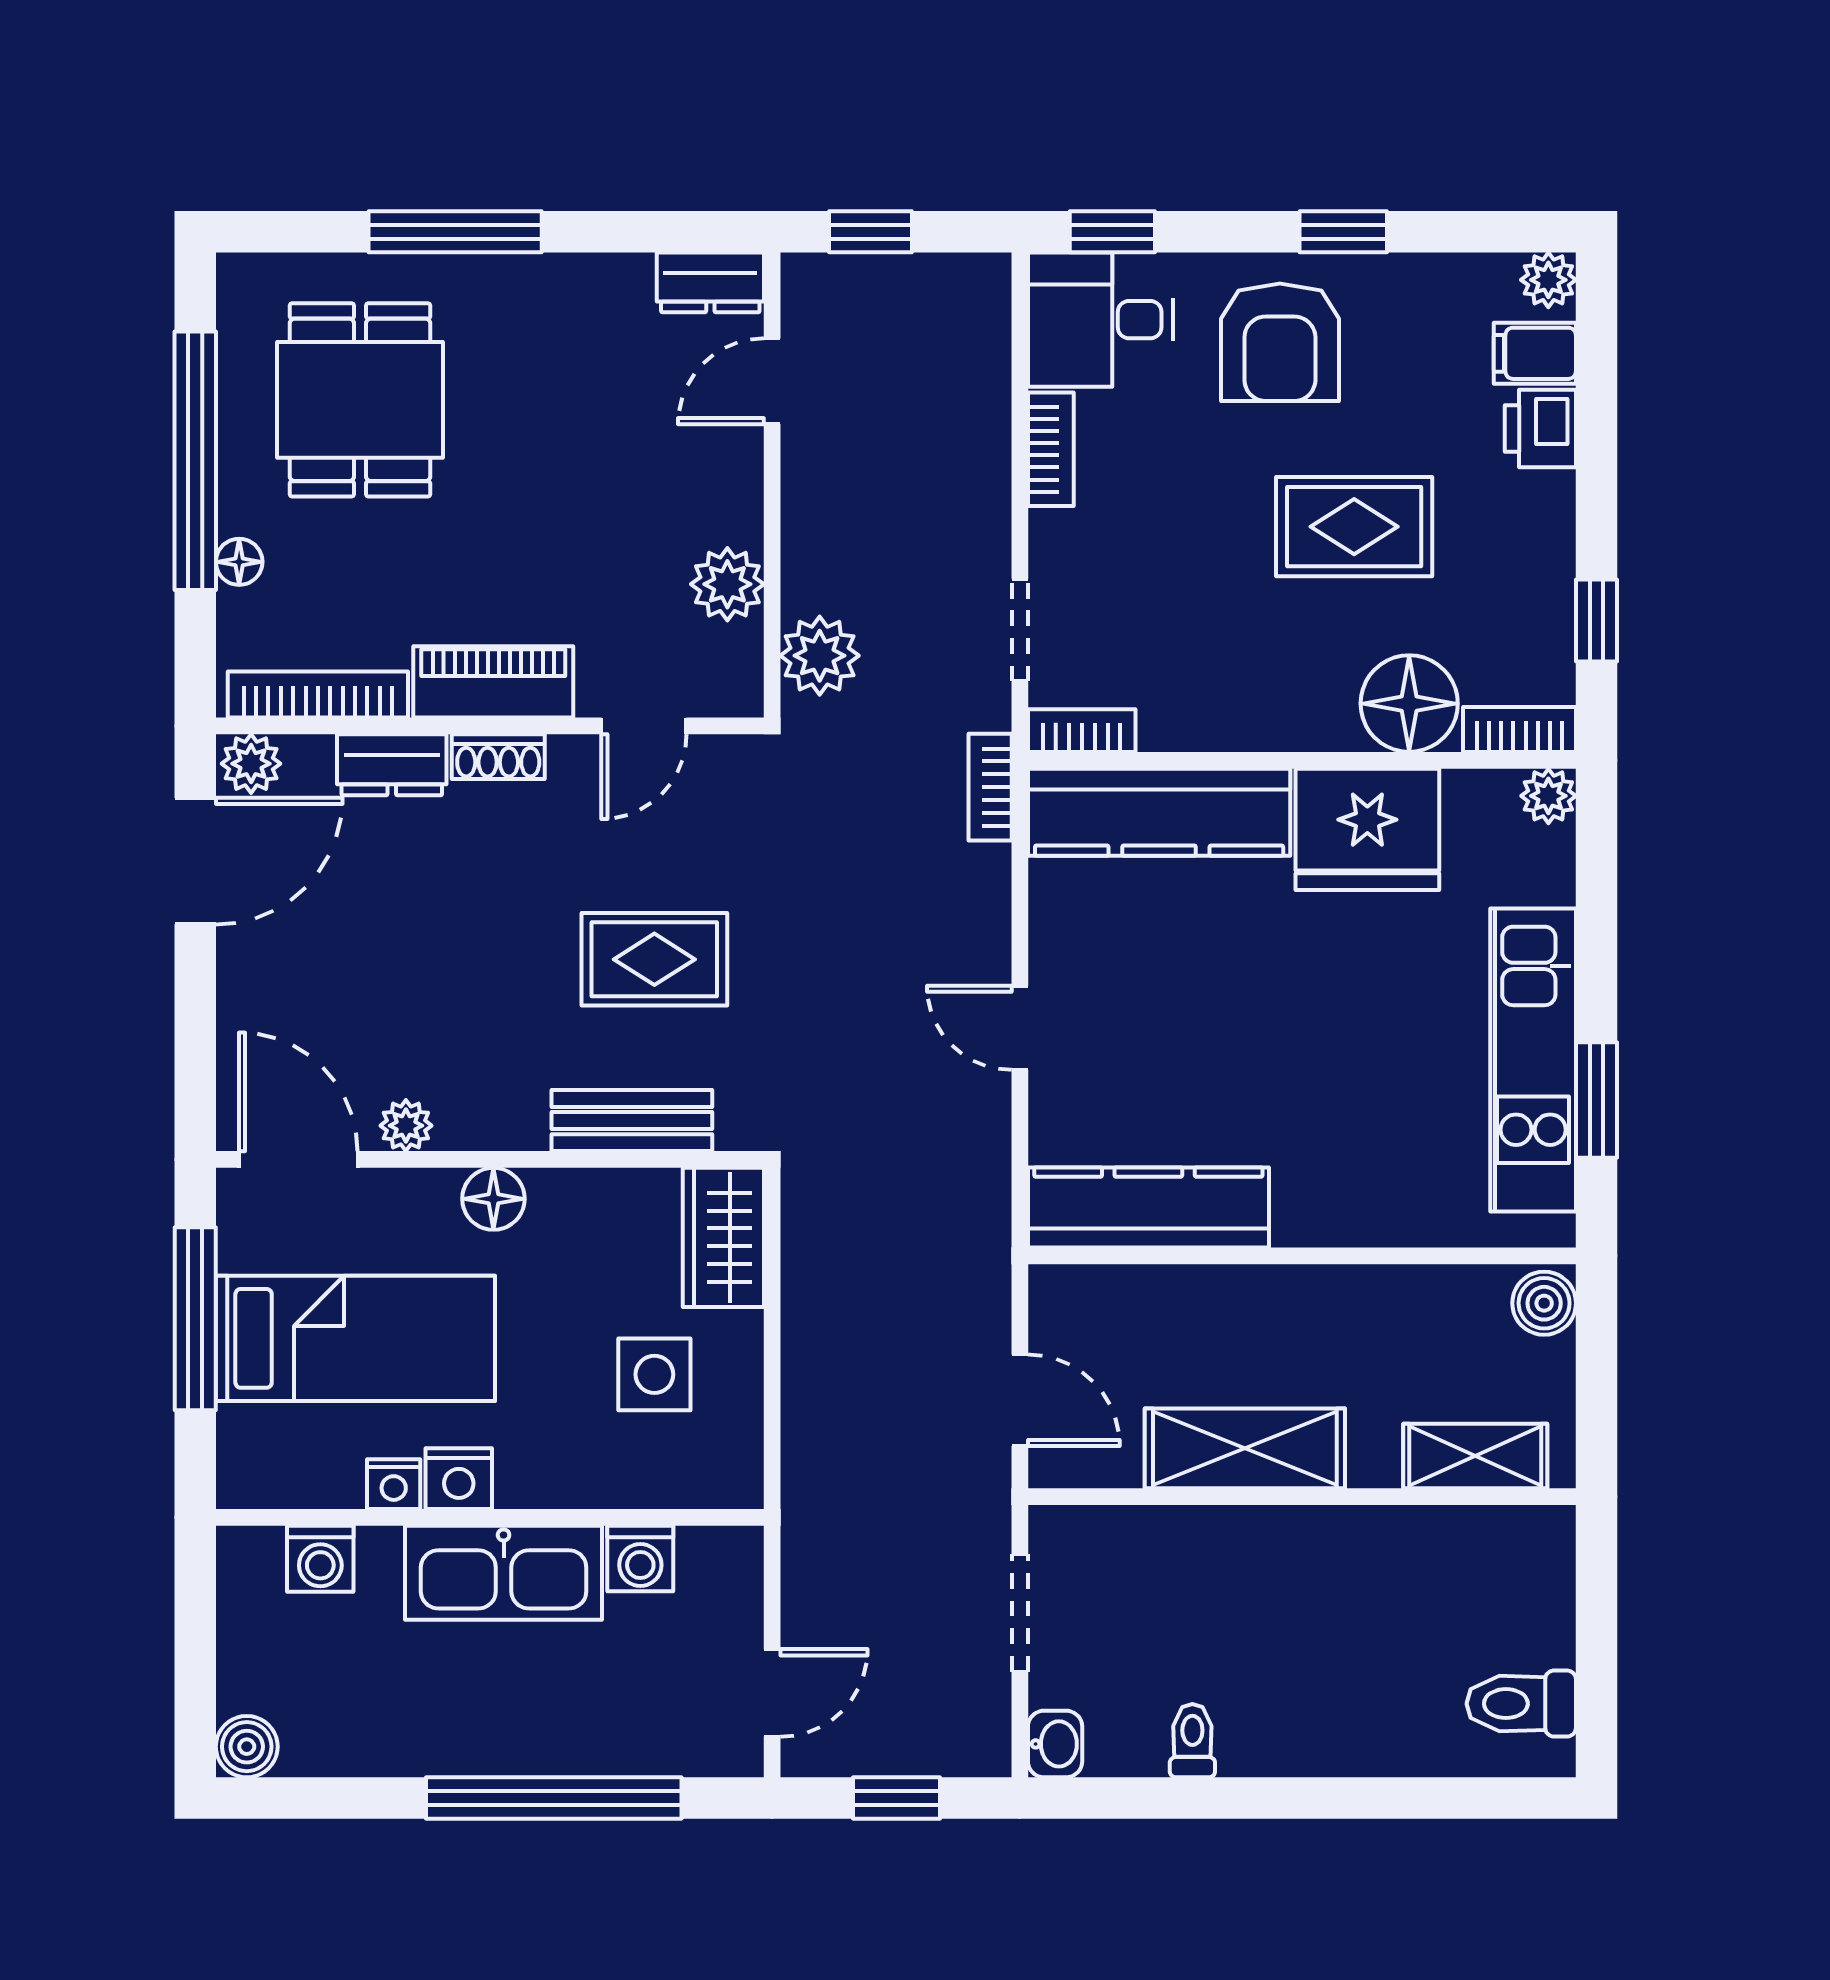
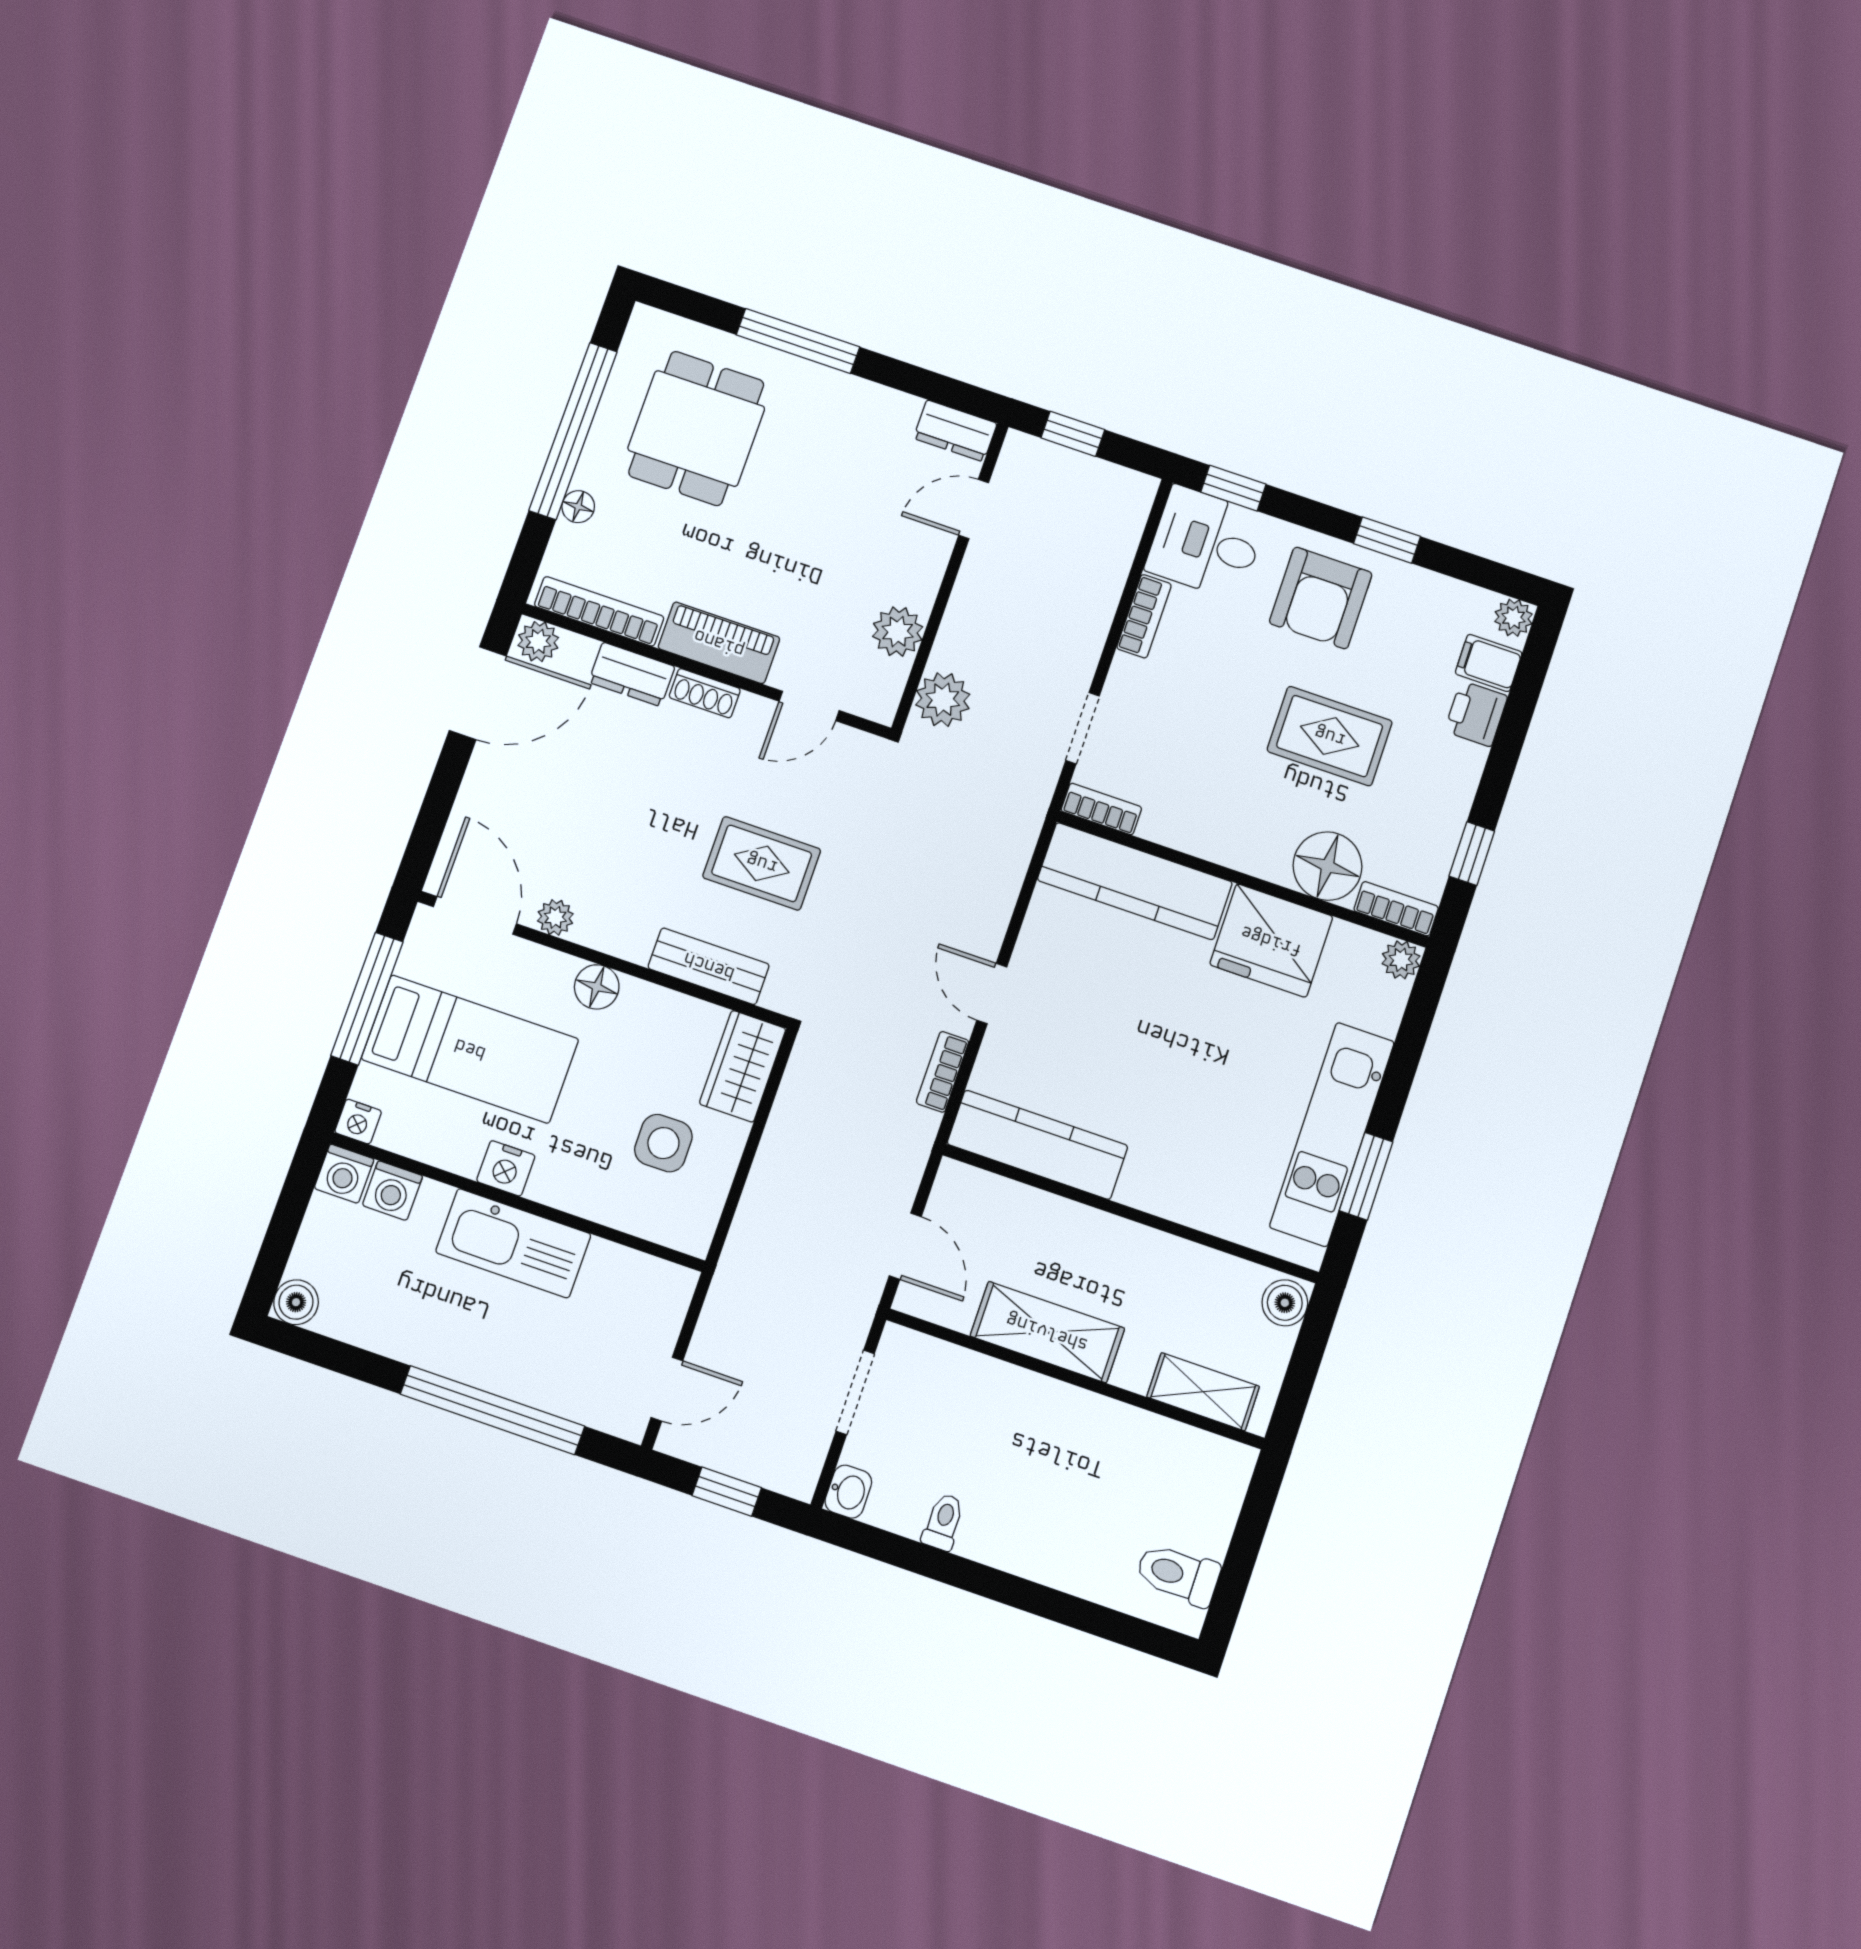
bookcase: (990, 787) -> (943, 1072), moved
nightstand: (394, 1484) -> (358, 1122), moved
washing machine: (640, 1558) -> (344, 1174), moved

